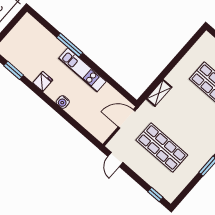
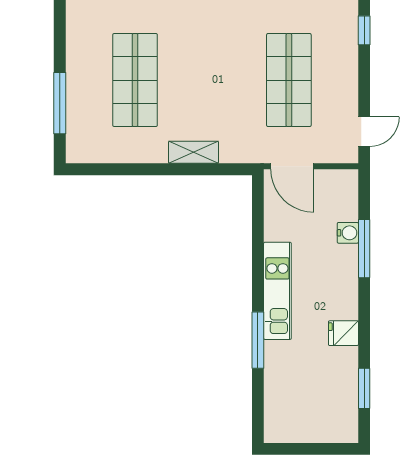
shelving: (159, 93) -> (193, 152), moved
water cooler: (63, 102) -> (348, 233), moved
window: (69, 119) -> (364, 249), added

